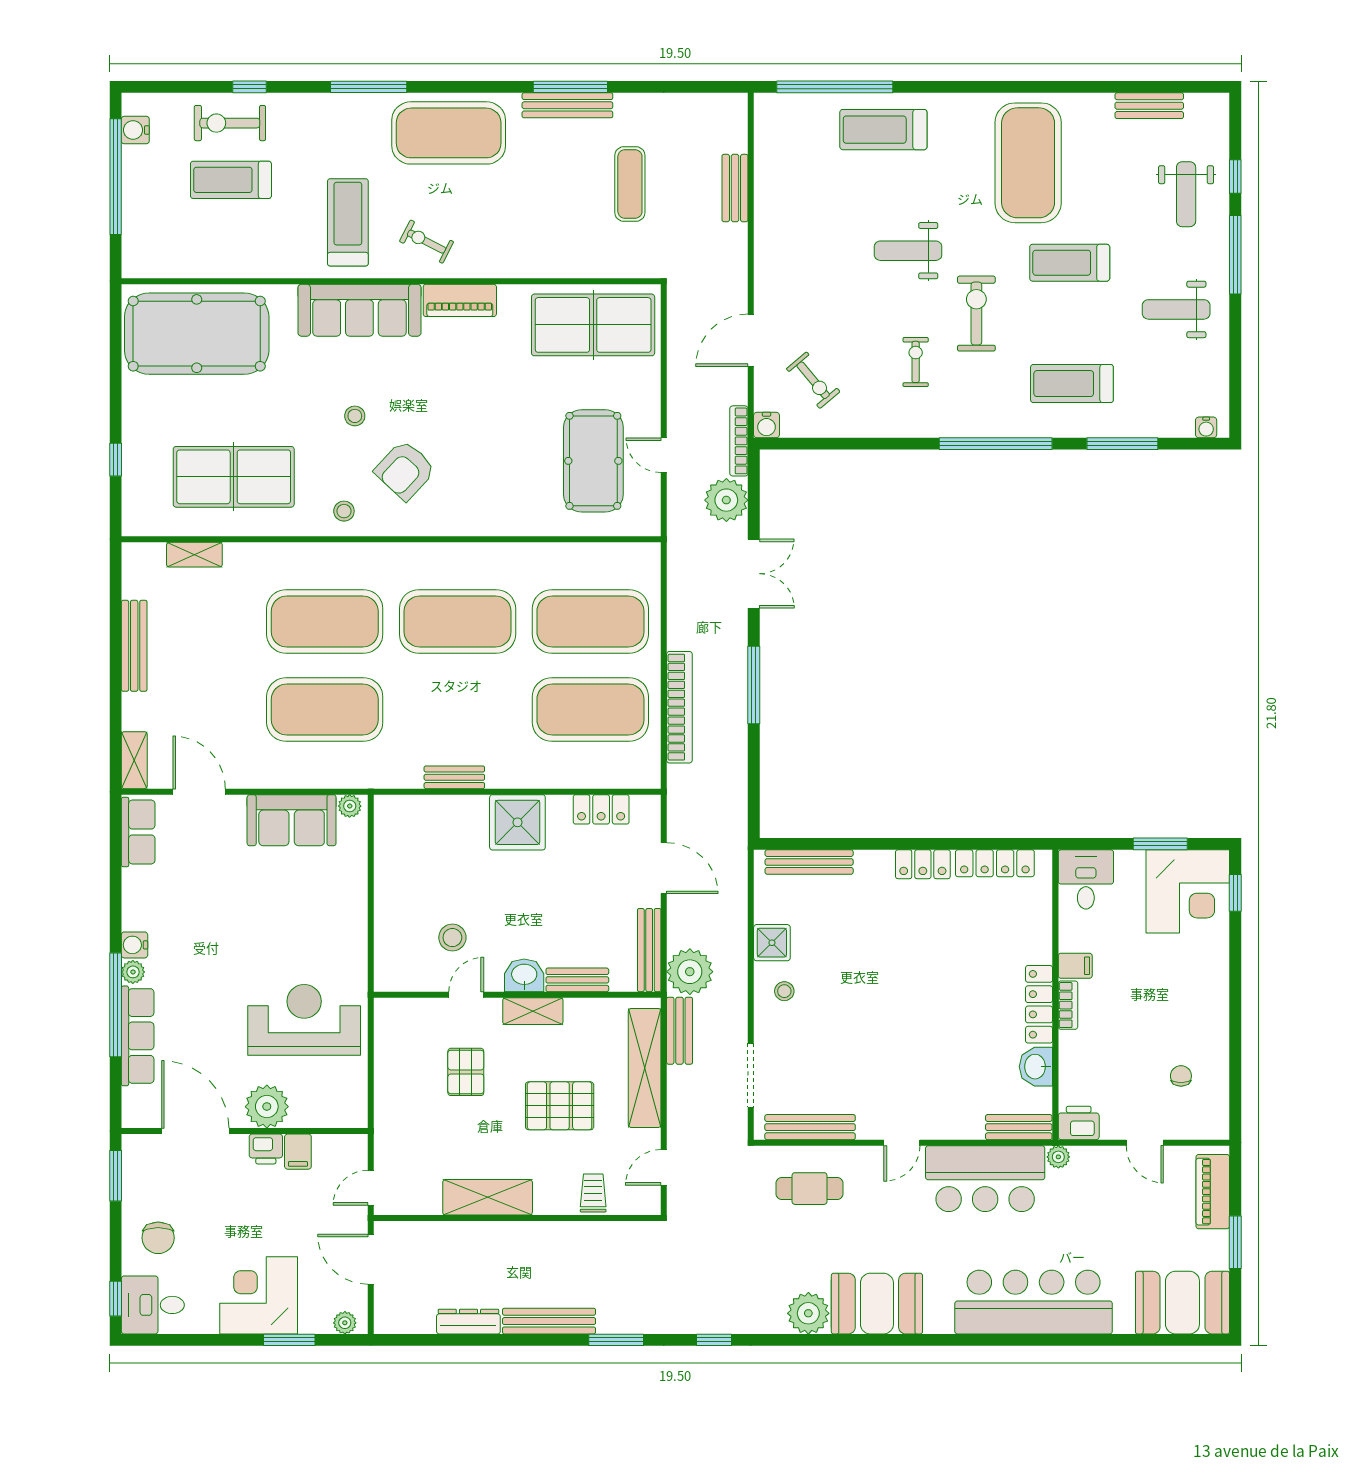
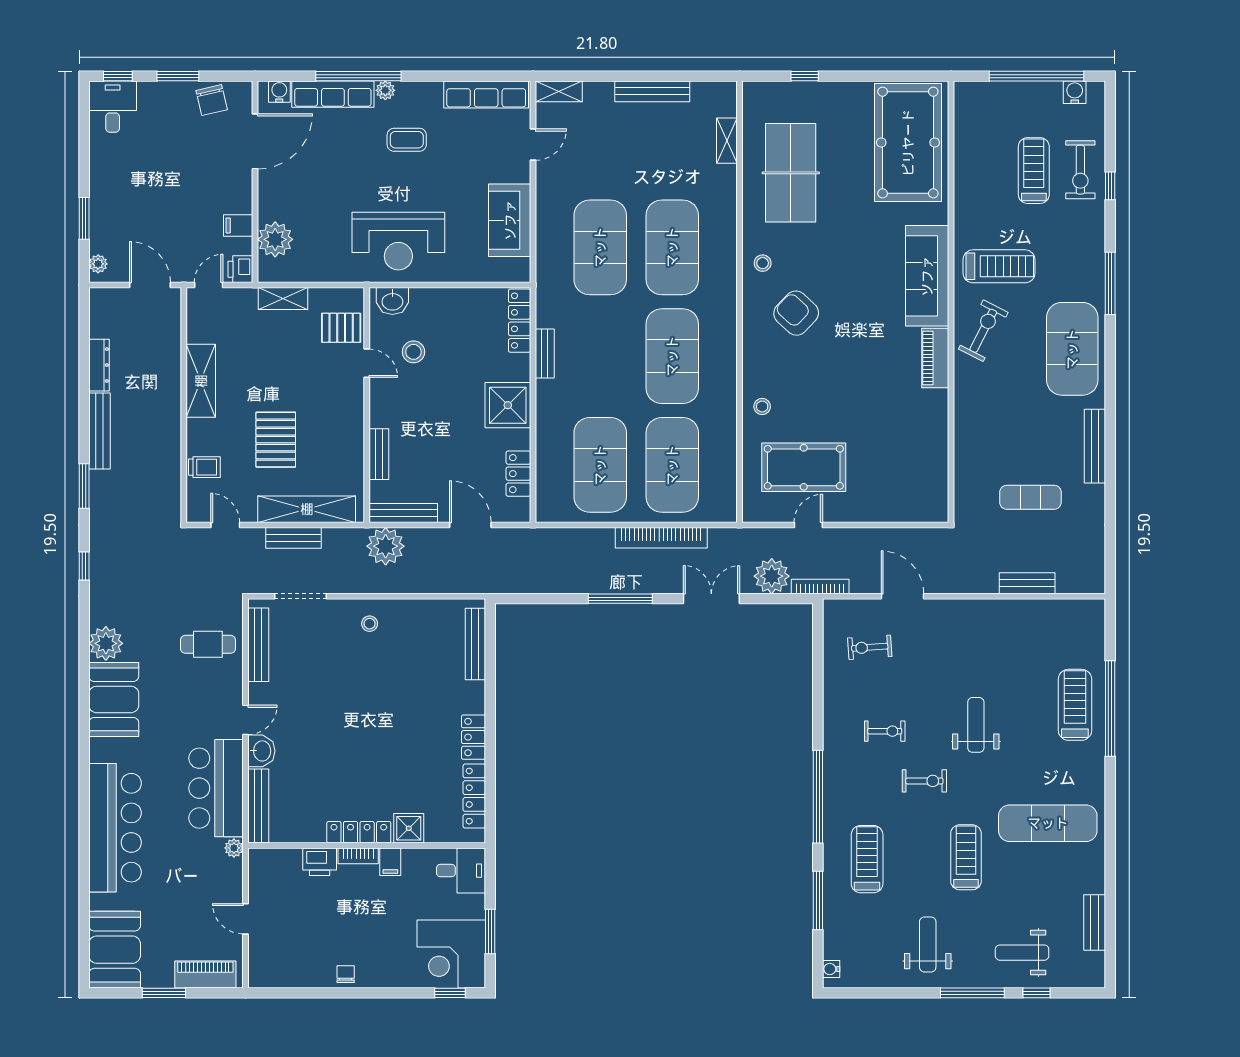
window: (570, 87) -> (1110, 448), removed
window: (835, 87) -> (1110, 708), moved
exercise bike: (230, 123) -> (1080, 170), turned 180
exercise mat: (1028, 163) -> (1048, 823), width x0.68
exercise bike: (427, 242) -> (983, 331), width x1.38, depth x1.39
exercise bike: (976, 314) -> (924, 781), width x0.73, depth x0.72
table tennis table: (593, 325) -> (915, 467), removed
exercise bike: (813, 380) -> (870, 647), turned 36
stool: (355, 416) -> (762, 407), moved
water cooler: (766, 425) -> (833, 609), removed
double door: (754, 574) -> (711, 599), swing flipped
bookcase: (679, 707) -> (661, 538), moved
door: (199, 792) -> (533, 145), width x0.73
plant: (350, 806) -> (521, 268), removed
locker: (414, 808) -> (520, 321), added
row of seats: (138, 832) -> (486, 95), width x1.48
door: (664, 868) -> (470, 525), swing flipped
shower: (772, 943) -> (409, 828), moved
water cooler: (134, 945) -> (279, 92), moved
coffee table: (193, 946) -> (407, 140), added
washbasin: (524, 975) -> (392, 301), moved, turned 90
shelving: (533, 1011) -> (283, 299), moved, turned 90
reception desk: (304, 1020) -> (398, 241), moved, turned 90
bench: (680, 1031) -> (294, 538), moved
washbasin: (1036, 1067) -> (261, 751), moved, turned 90
pallet: (466, 1072) -> (341, 328), moved
chair: (1181, 1076) -> (346, 974), moved, turned -90
plant: (267, 1107) -> (275, 239), moved
printer: (1079, 1123) -> (320, 862), moved, turned 90
bench: (1019, 1127) -> (258, 806), width x1.36
door: (902, 1143) -> (246, 720), swing flipped
door: (1145, 1143) -> (246, 919), hinge flipped
printer: (266, 1149) -> (240, 269), moved
window: (116, 1176) -> (178, 76), moved
door: (371, 1188) -> (209, 285), hinge flipped
cafe table: (810, 1189) -> (208, 644), turned 90
chair: (158, 1238) -> (212, 100), moved, turned -103
door: (371, 1259) -> (150, 285), hinge flipped
corner desk: (259, 1295) -> (120, 193), removed

